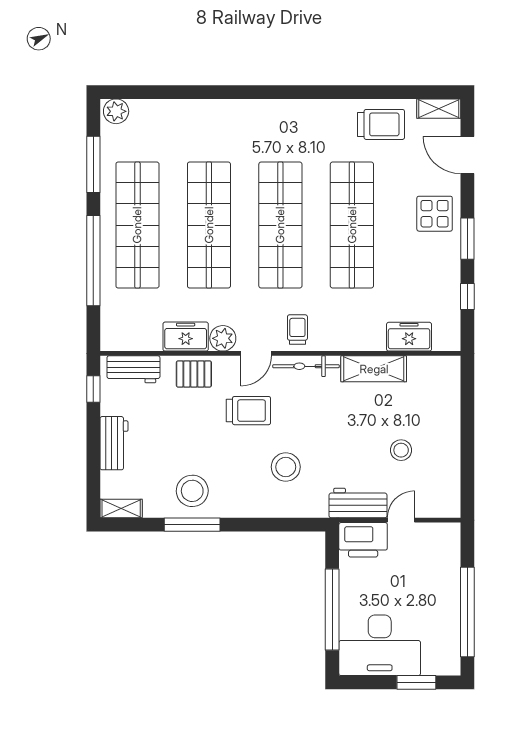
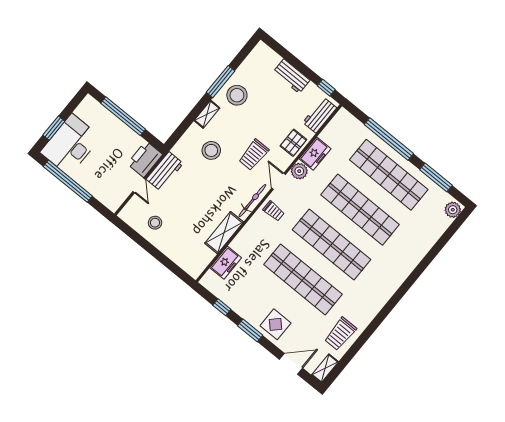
stool: (401, 450) -> (155, 223), moved
shelving: (121, 509) -> (207, 114), moved
desk: (380, 645) -> (71, 145), moved

